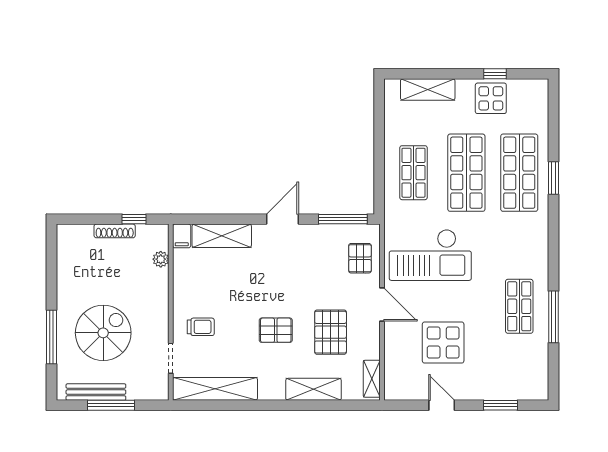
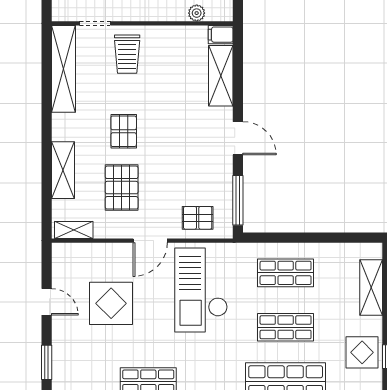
shop shelf: (466, 173) -> (286, 327), width x0.70, depth x0.74
trolley: (201, 327) -> (127, 54), width x1.36, depth x1.39
pallet: (331, 332) -> (122, 188), turned 90
door: (442, 405) -> (47, 302), hinge flipped

